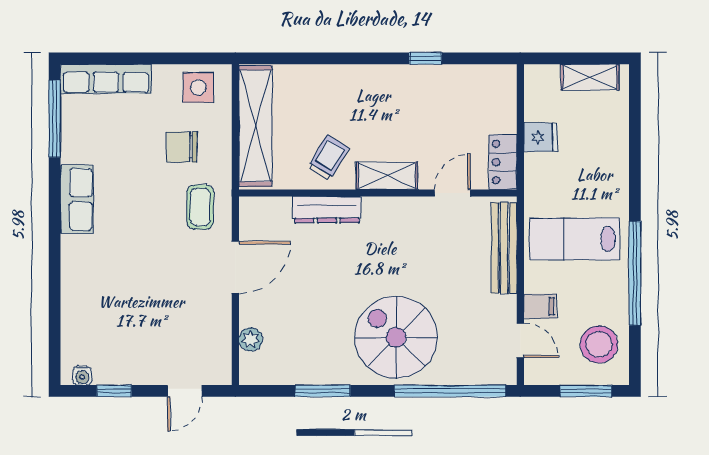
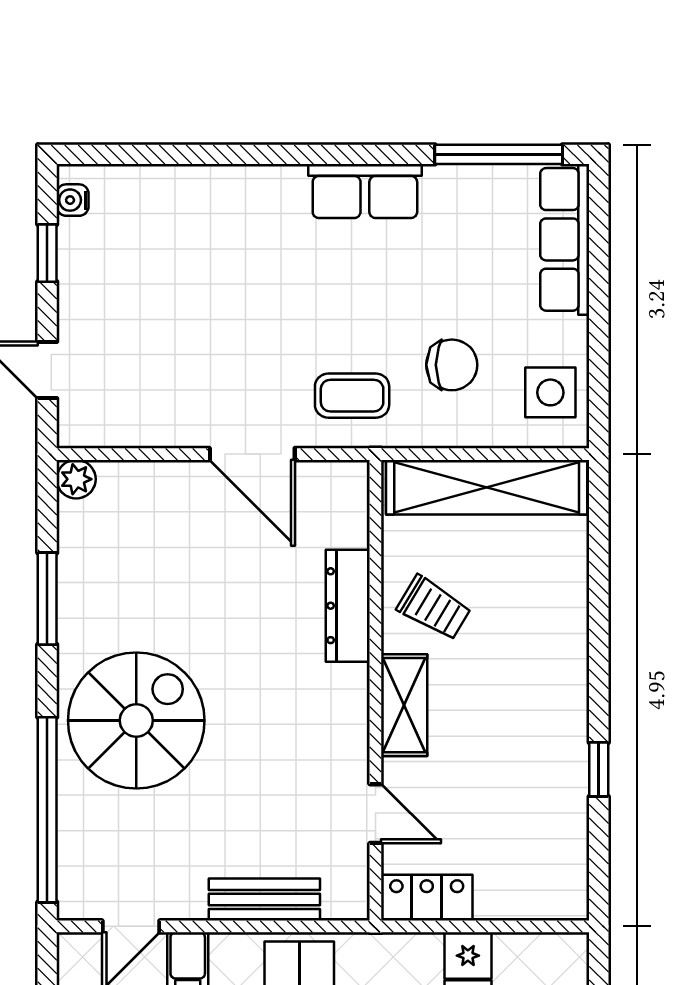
chair: (182, 147) -> (452, 365), turned 90
bench: (504, 248) -> (264, 899), width x0.73
plant: (251, 339) -> (76, 479), moved

